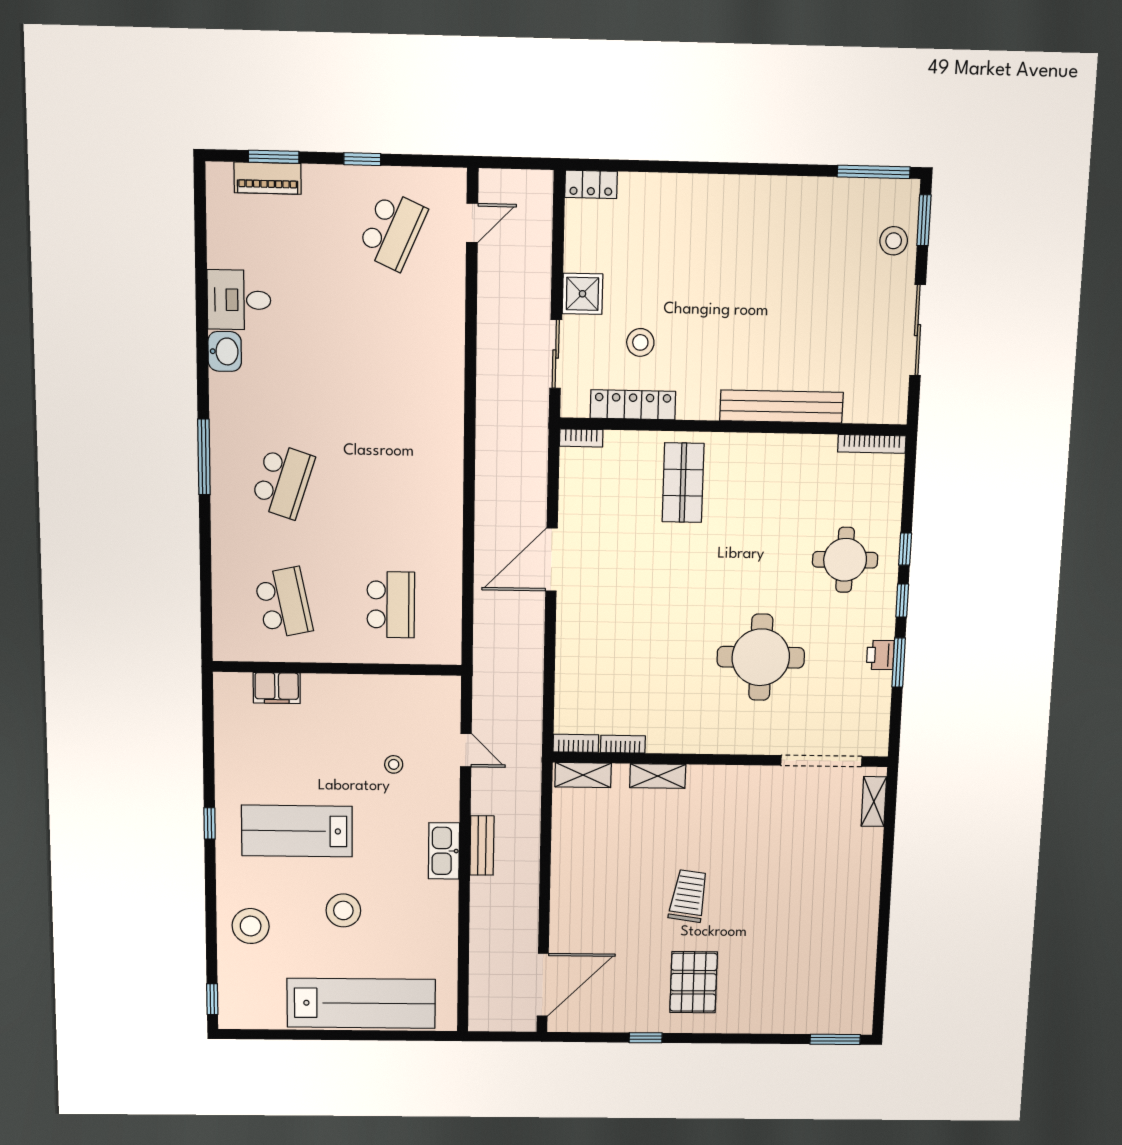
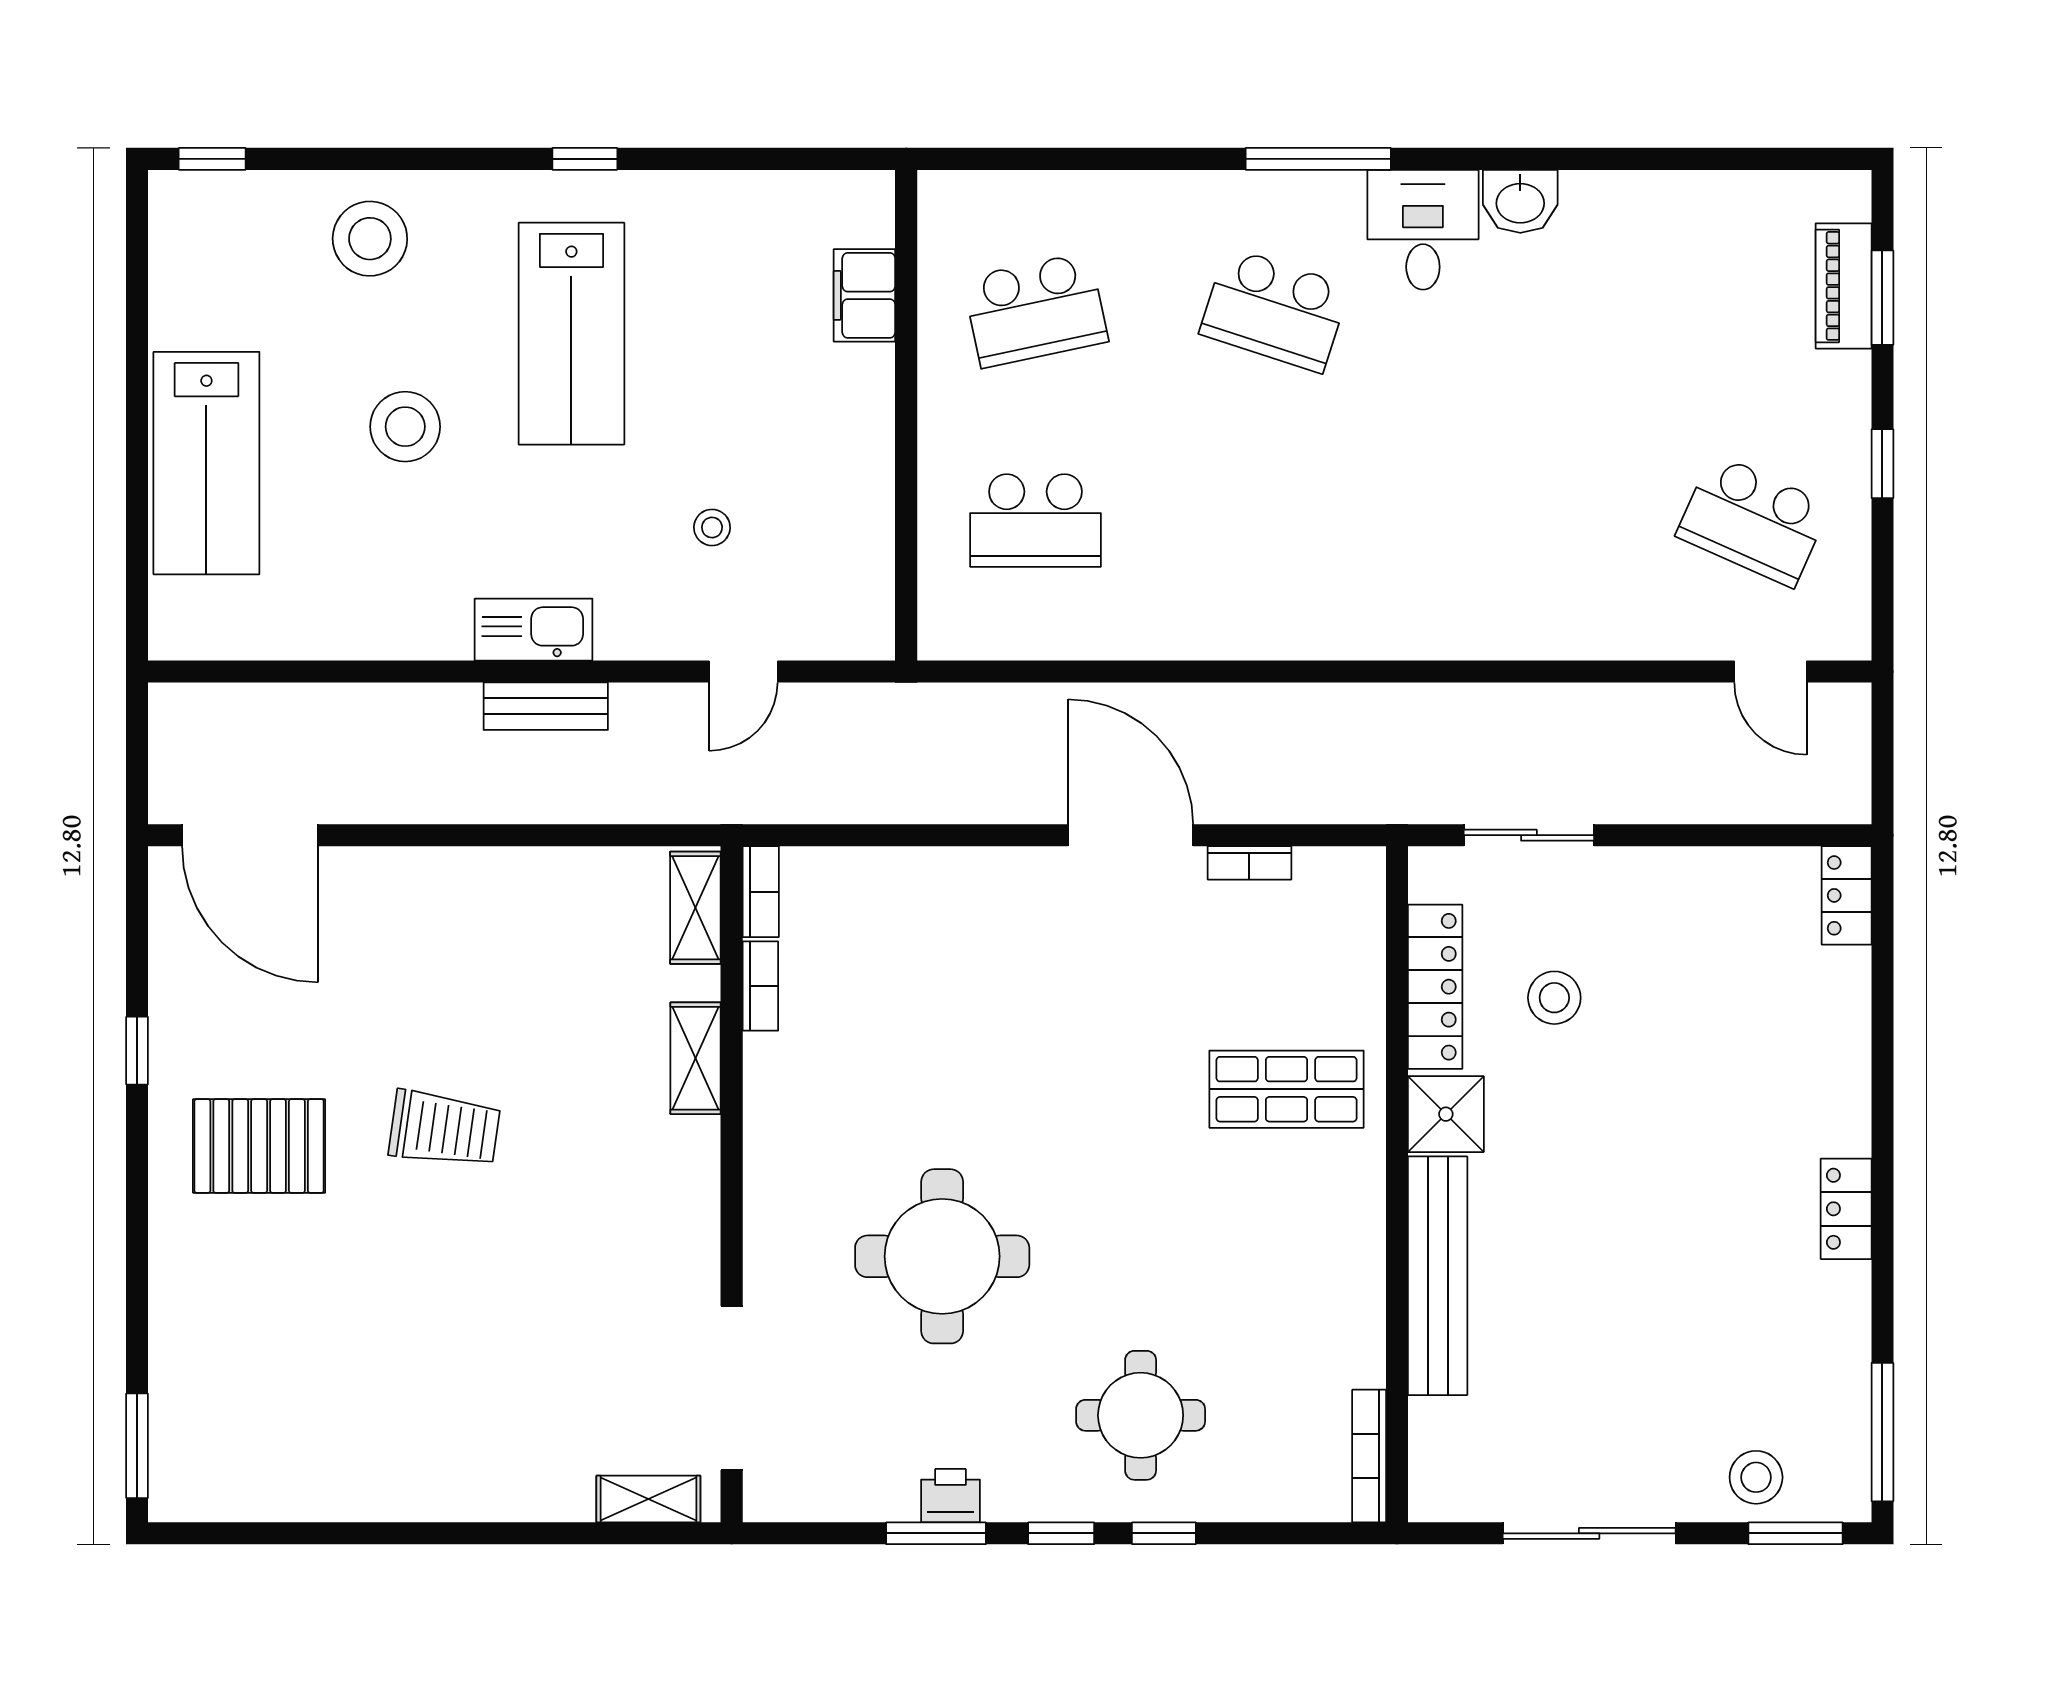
locker: (756, 189) -> (1846, 1209), added
shower: (582, 294) -> (1446, 1114), moved
desk: (239, 300) -> (1423, 230), moved
bookcase: (581, 438) -> (1249, 863), moved, turned -90
lab bench: (297, 831) -> (571, 334), turned 180
lab bench: (361, 1003) -> (206, 463), width x0.73

